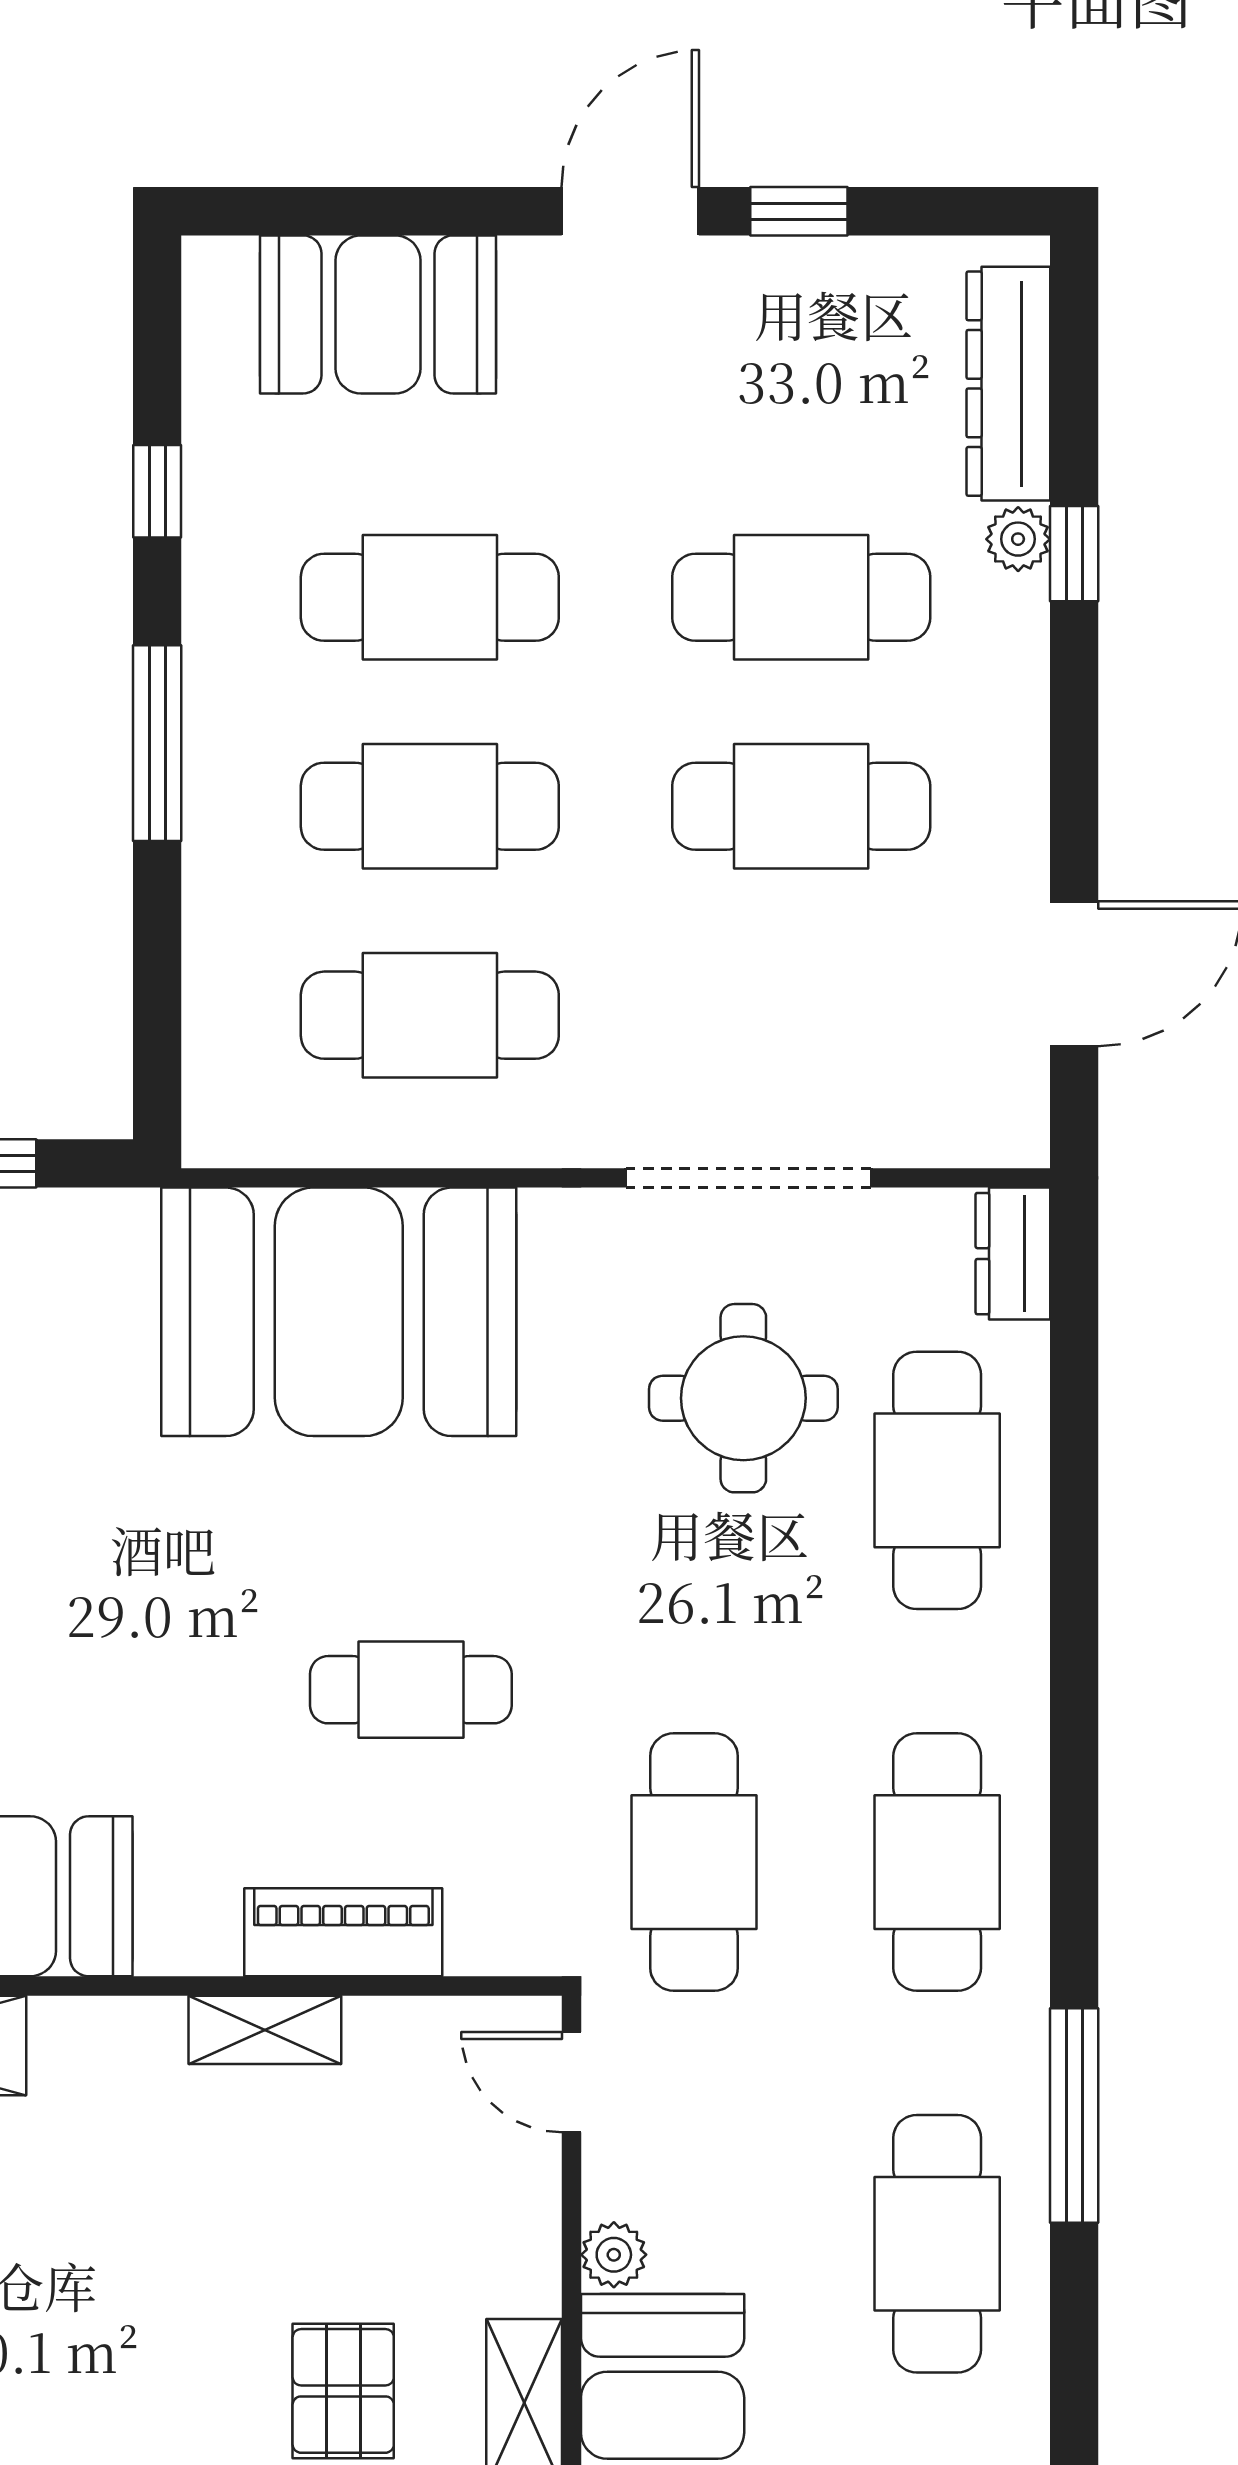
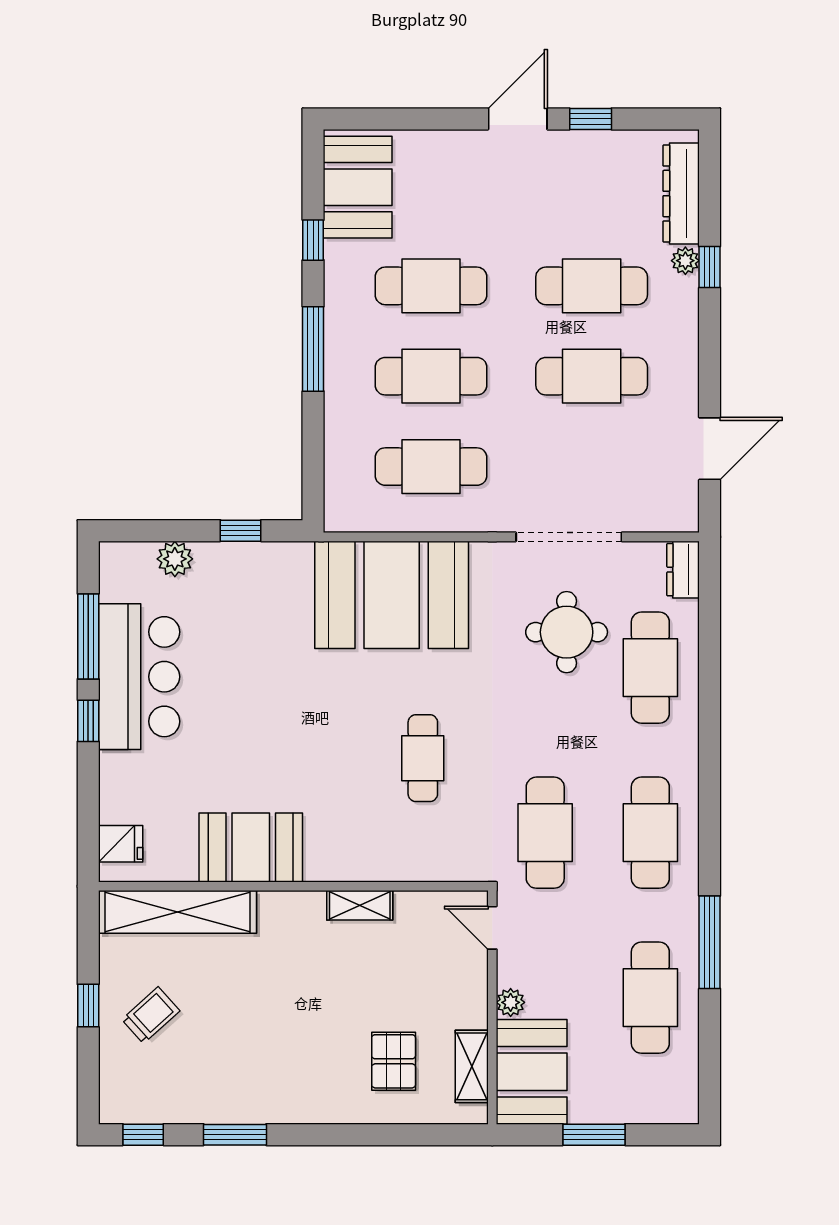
booth: (378, 314) -> (358, 187), moved, turned 90
cafe table: (411, 1690) -> (423, 758), turned 90
piano: (343, 1932) -> (394, 863), removed

